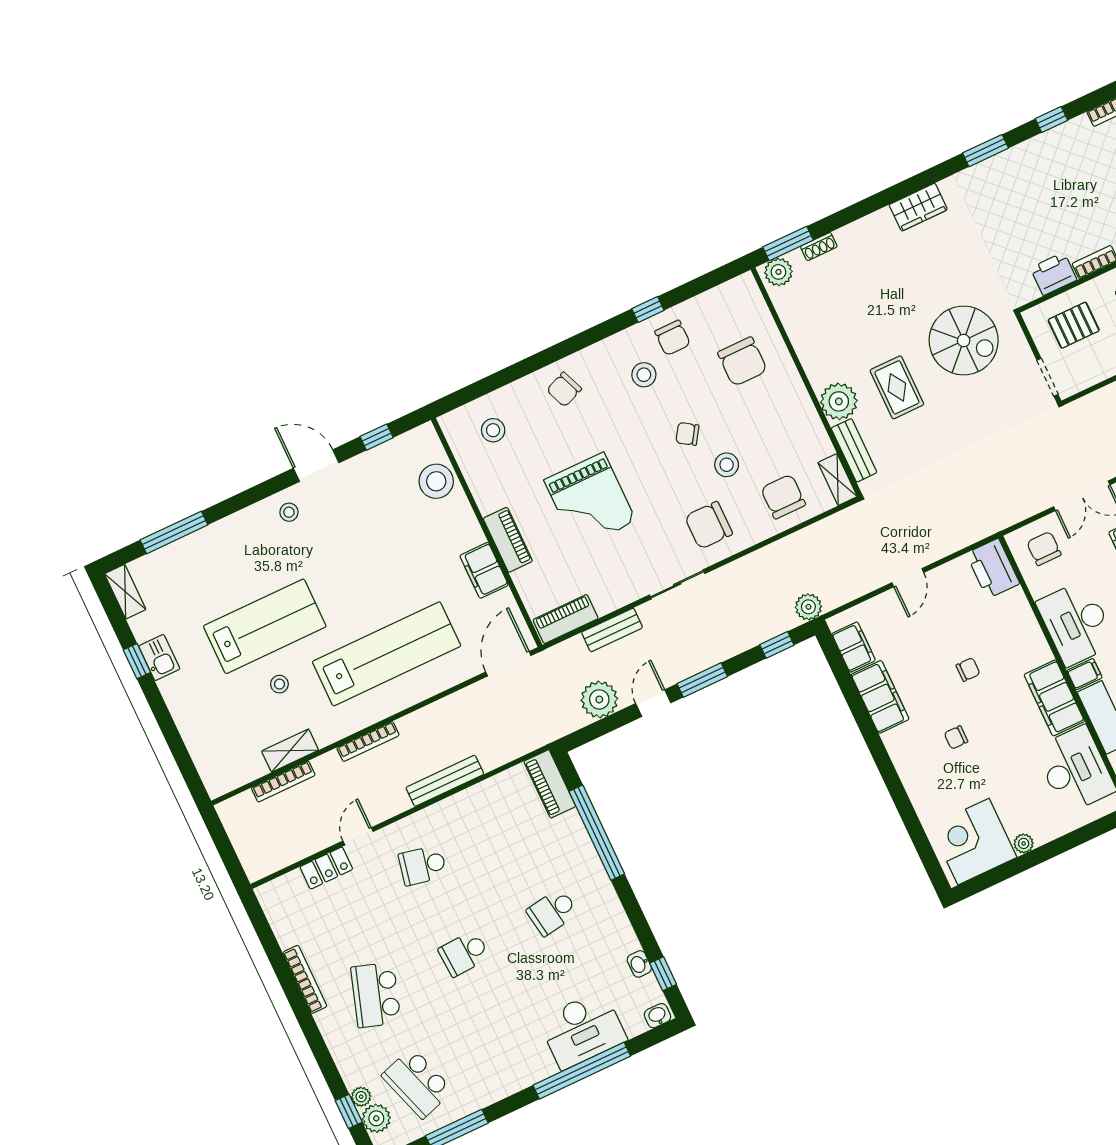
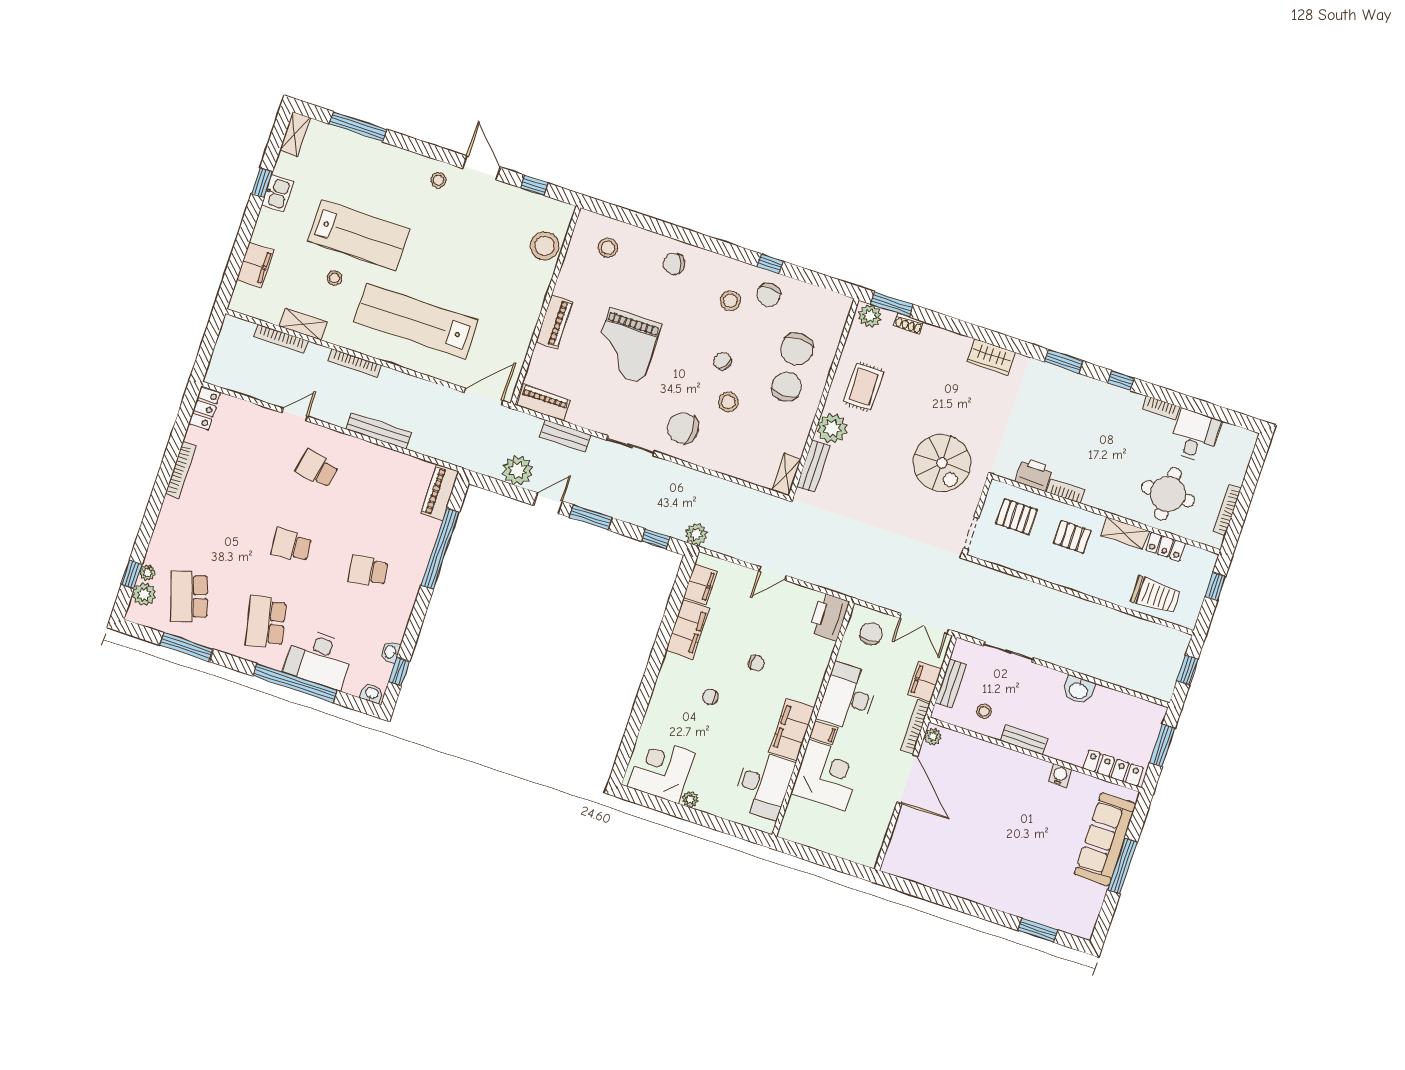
rug: (897, 387) -> (864, 387), moved
chair: (783, 497) -> (786, 387), moved
filing cabinet: (484, 570) -> (255, 265), moved, turned 180
lab bench: (387, 654) -> (416, 321), turned 180
locker: (326, 868) -> (205, 409), moved, turned -90
school desk: (376, 995) -> (266, 622), moved, turned -30

